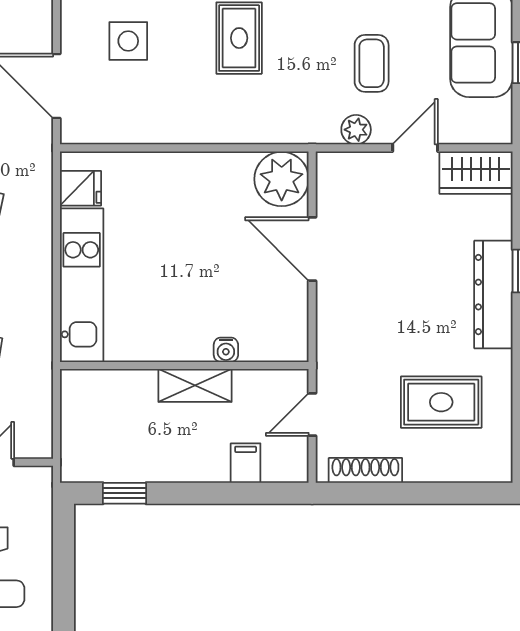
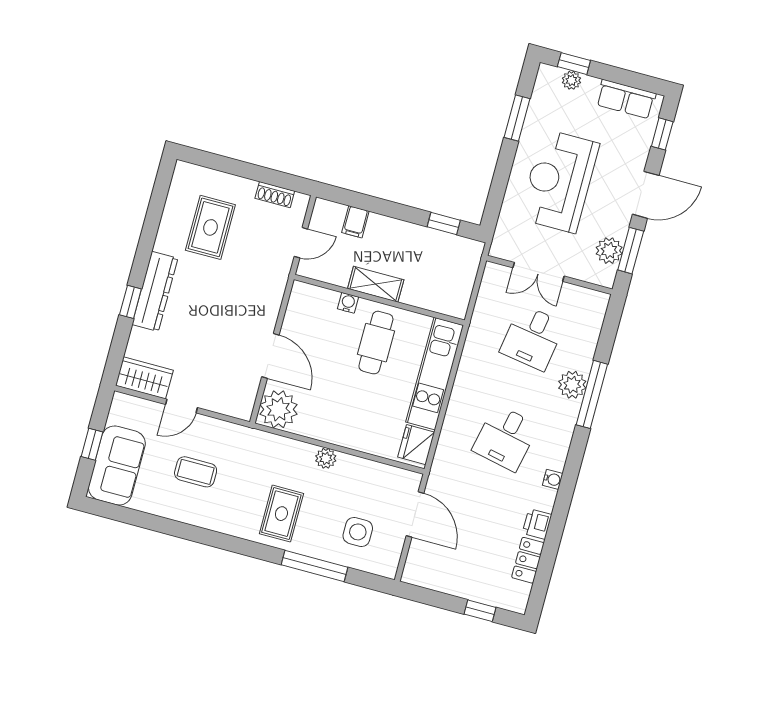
coffee table: (372, 63) -> (196, 472), turned 90
plant: (356, 130) -> (326, 458), moved
fridge: (81, 188) -> (416, 445), width x1.38
cafe table: (173, 306) -> (376, 343), added
rug: (441, 402) -> (210, 227), turned 90
shoe rack: (365, 470) -> (275, 195), width x0.70

